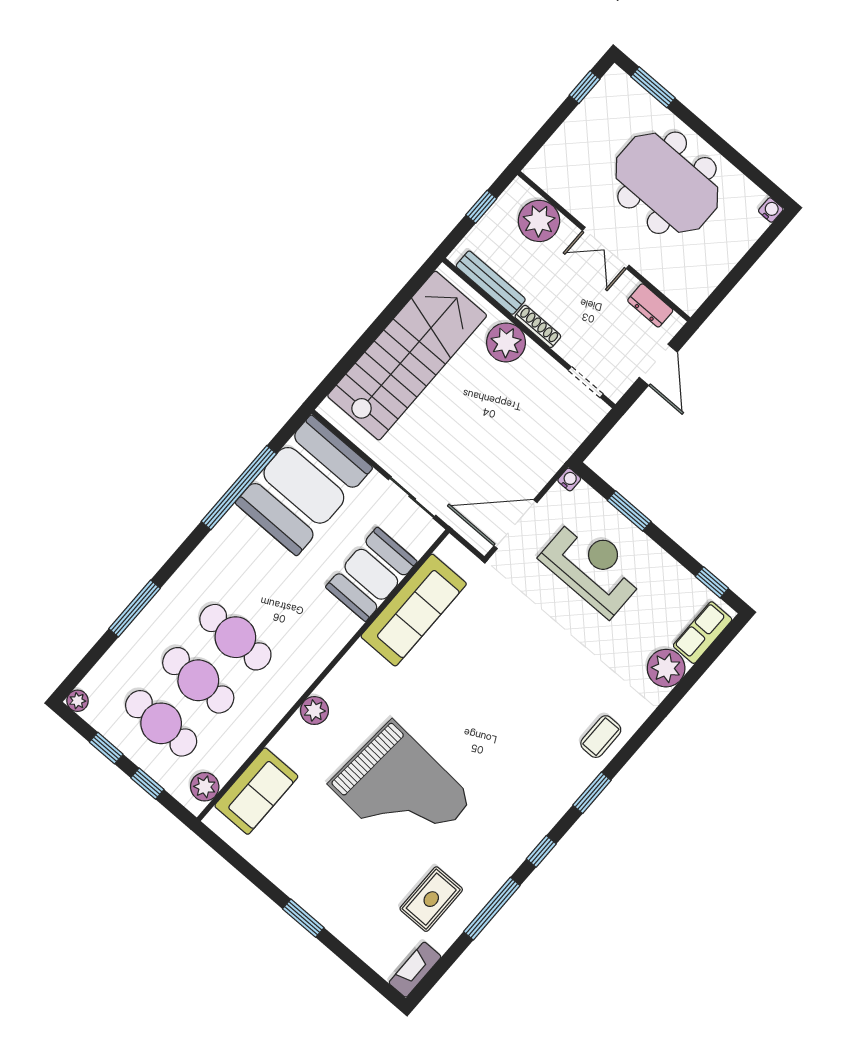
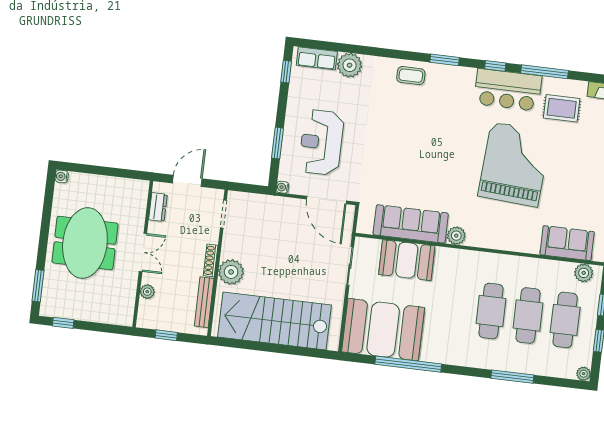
plant: (539, 221) -> (147, 292), width x0.53, depth x0.53
plant: (314, 711) -> (456, 236), moved
bar counter: (500, 847) -> (508, 90), added

